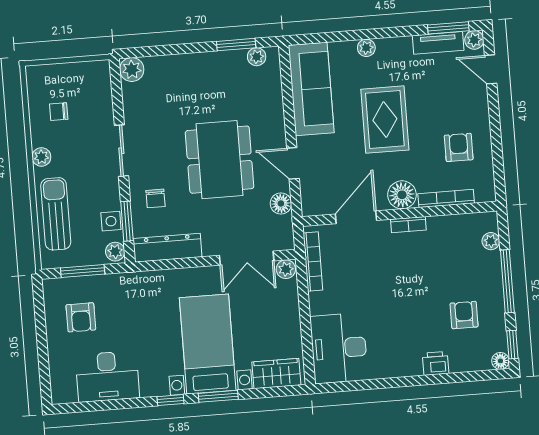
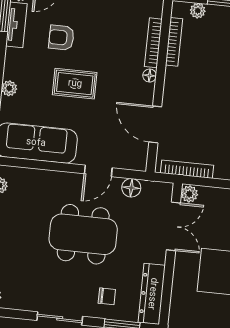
rug: (385, 120) -> (75, 84), width x0.73, depth x0.70
armchair: (459, 147) -> (61, 38), moved
floor lamp: (402, 195) -> (150, 76), width x0.53, depth x0.53
bookcase: (408, 225) -> (174, 42), moved, width x1.56

